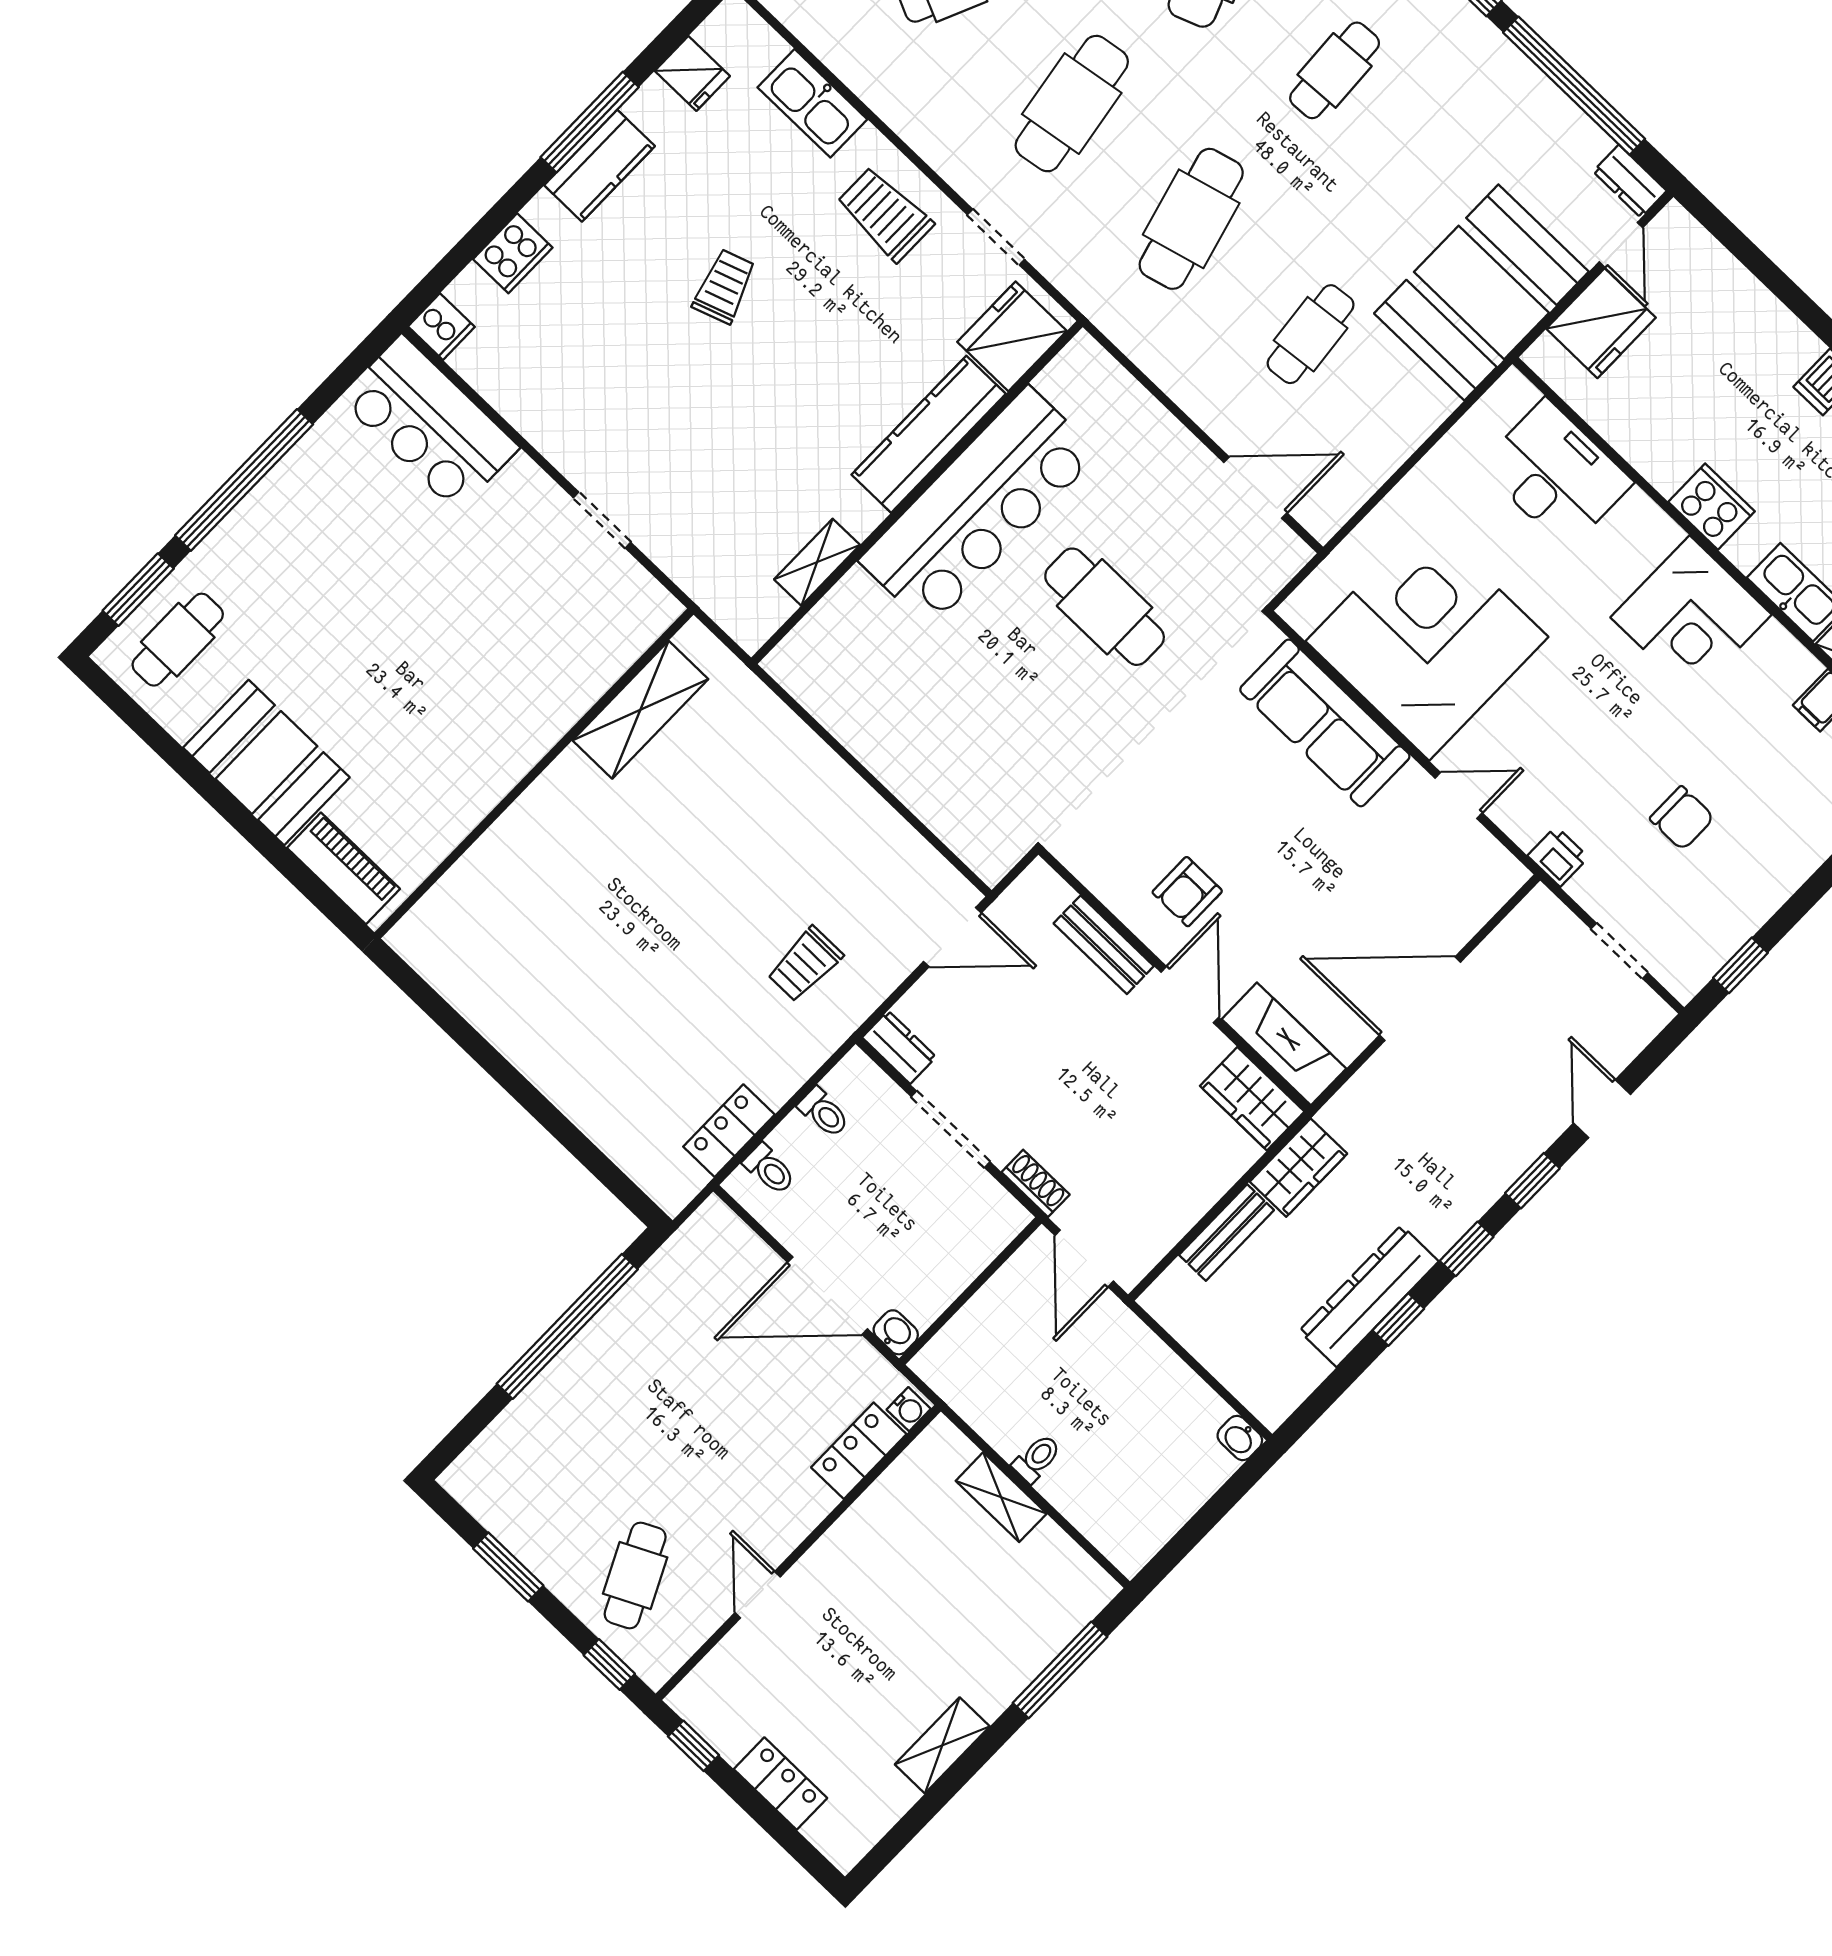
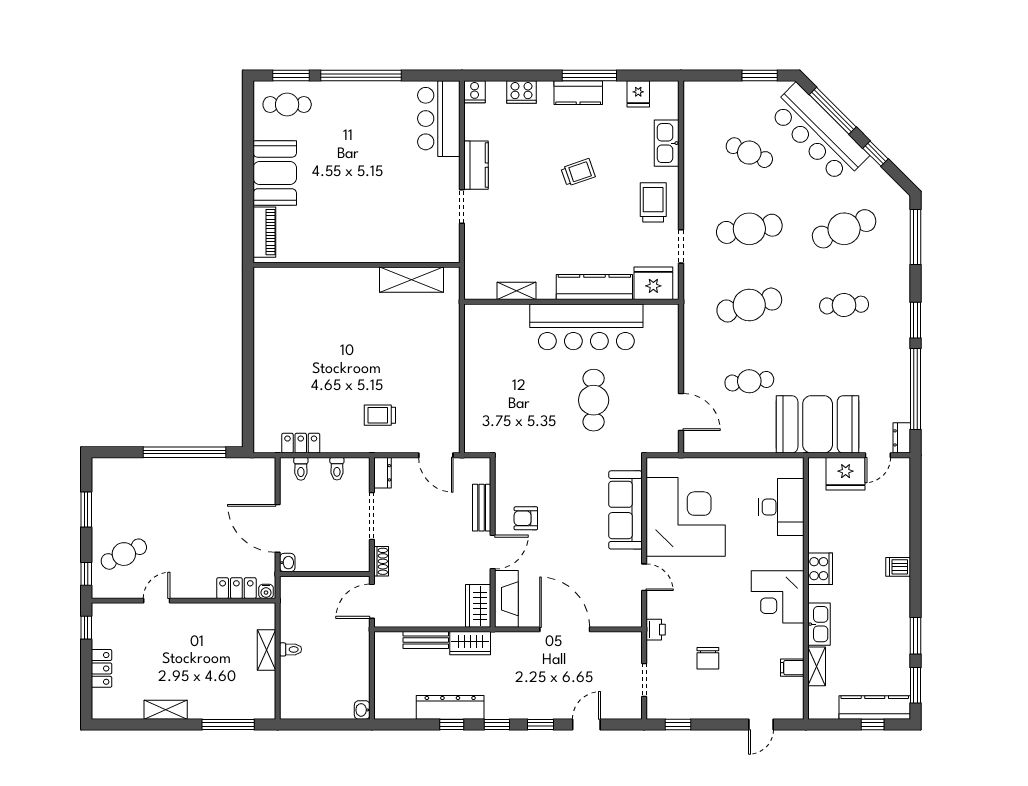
kitchen counter: (559, 435) -> (476, 165), added

